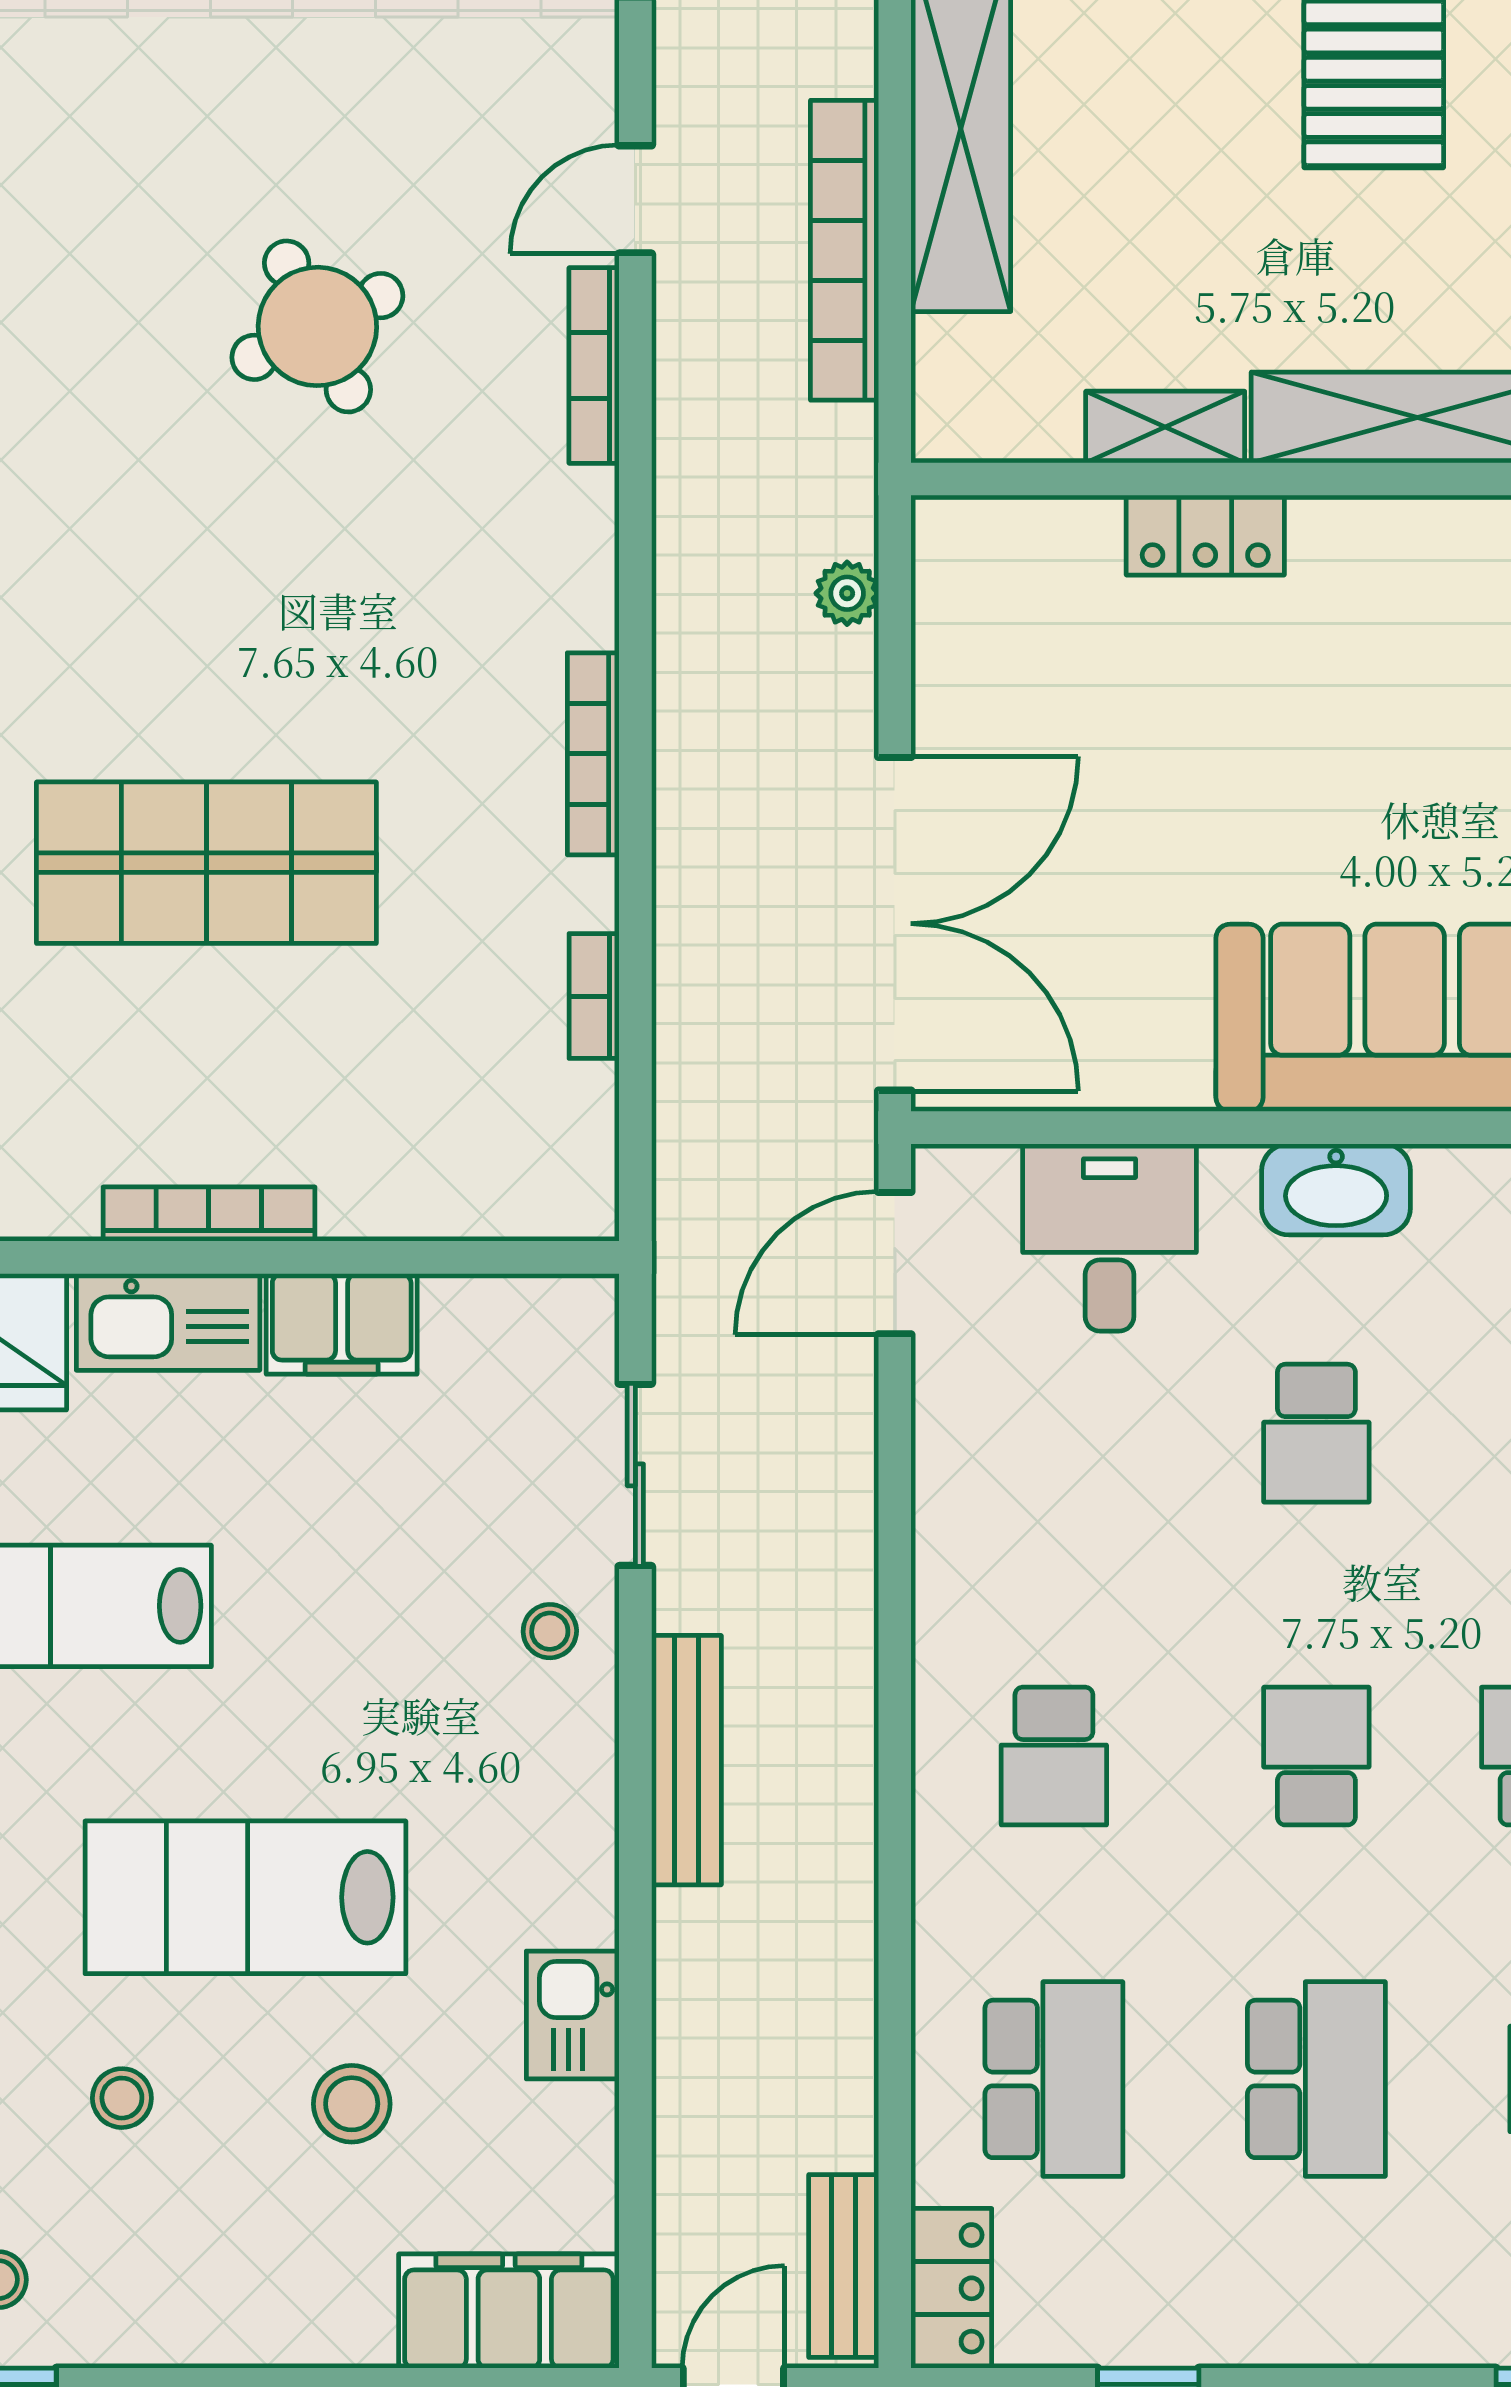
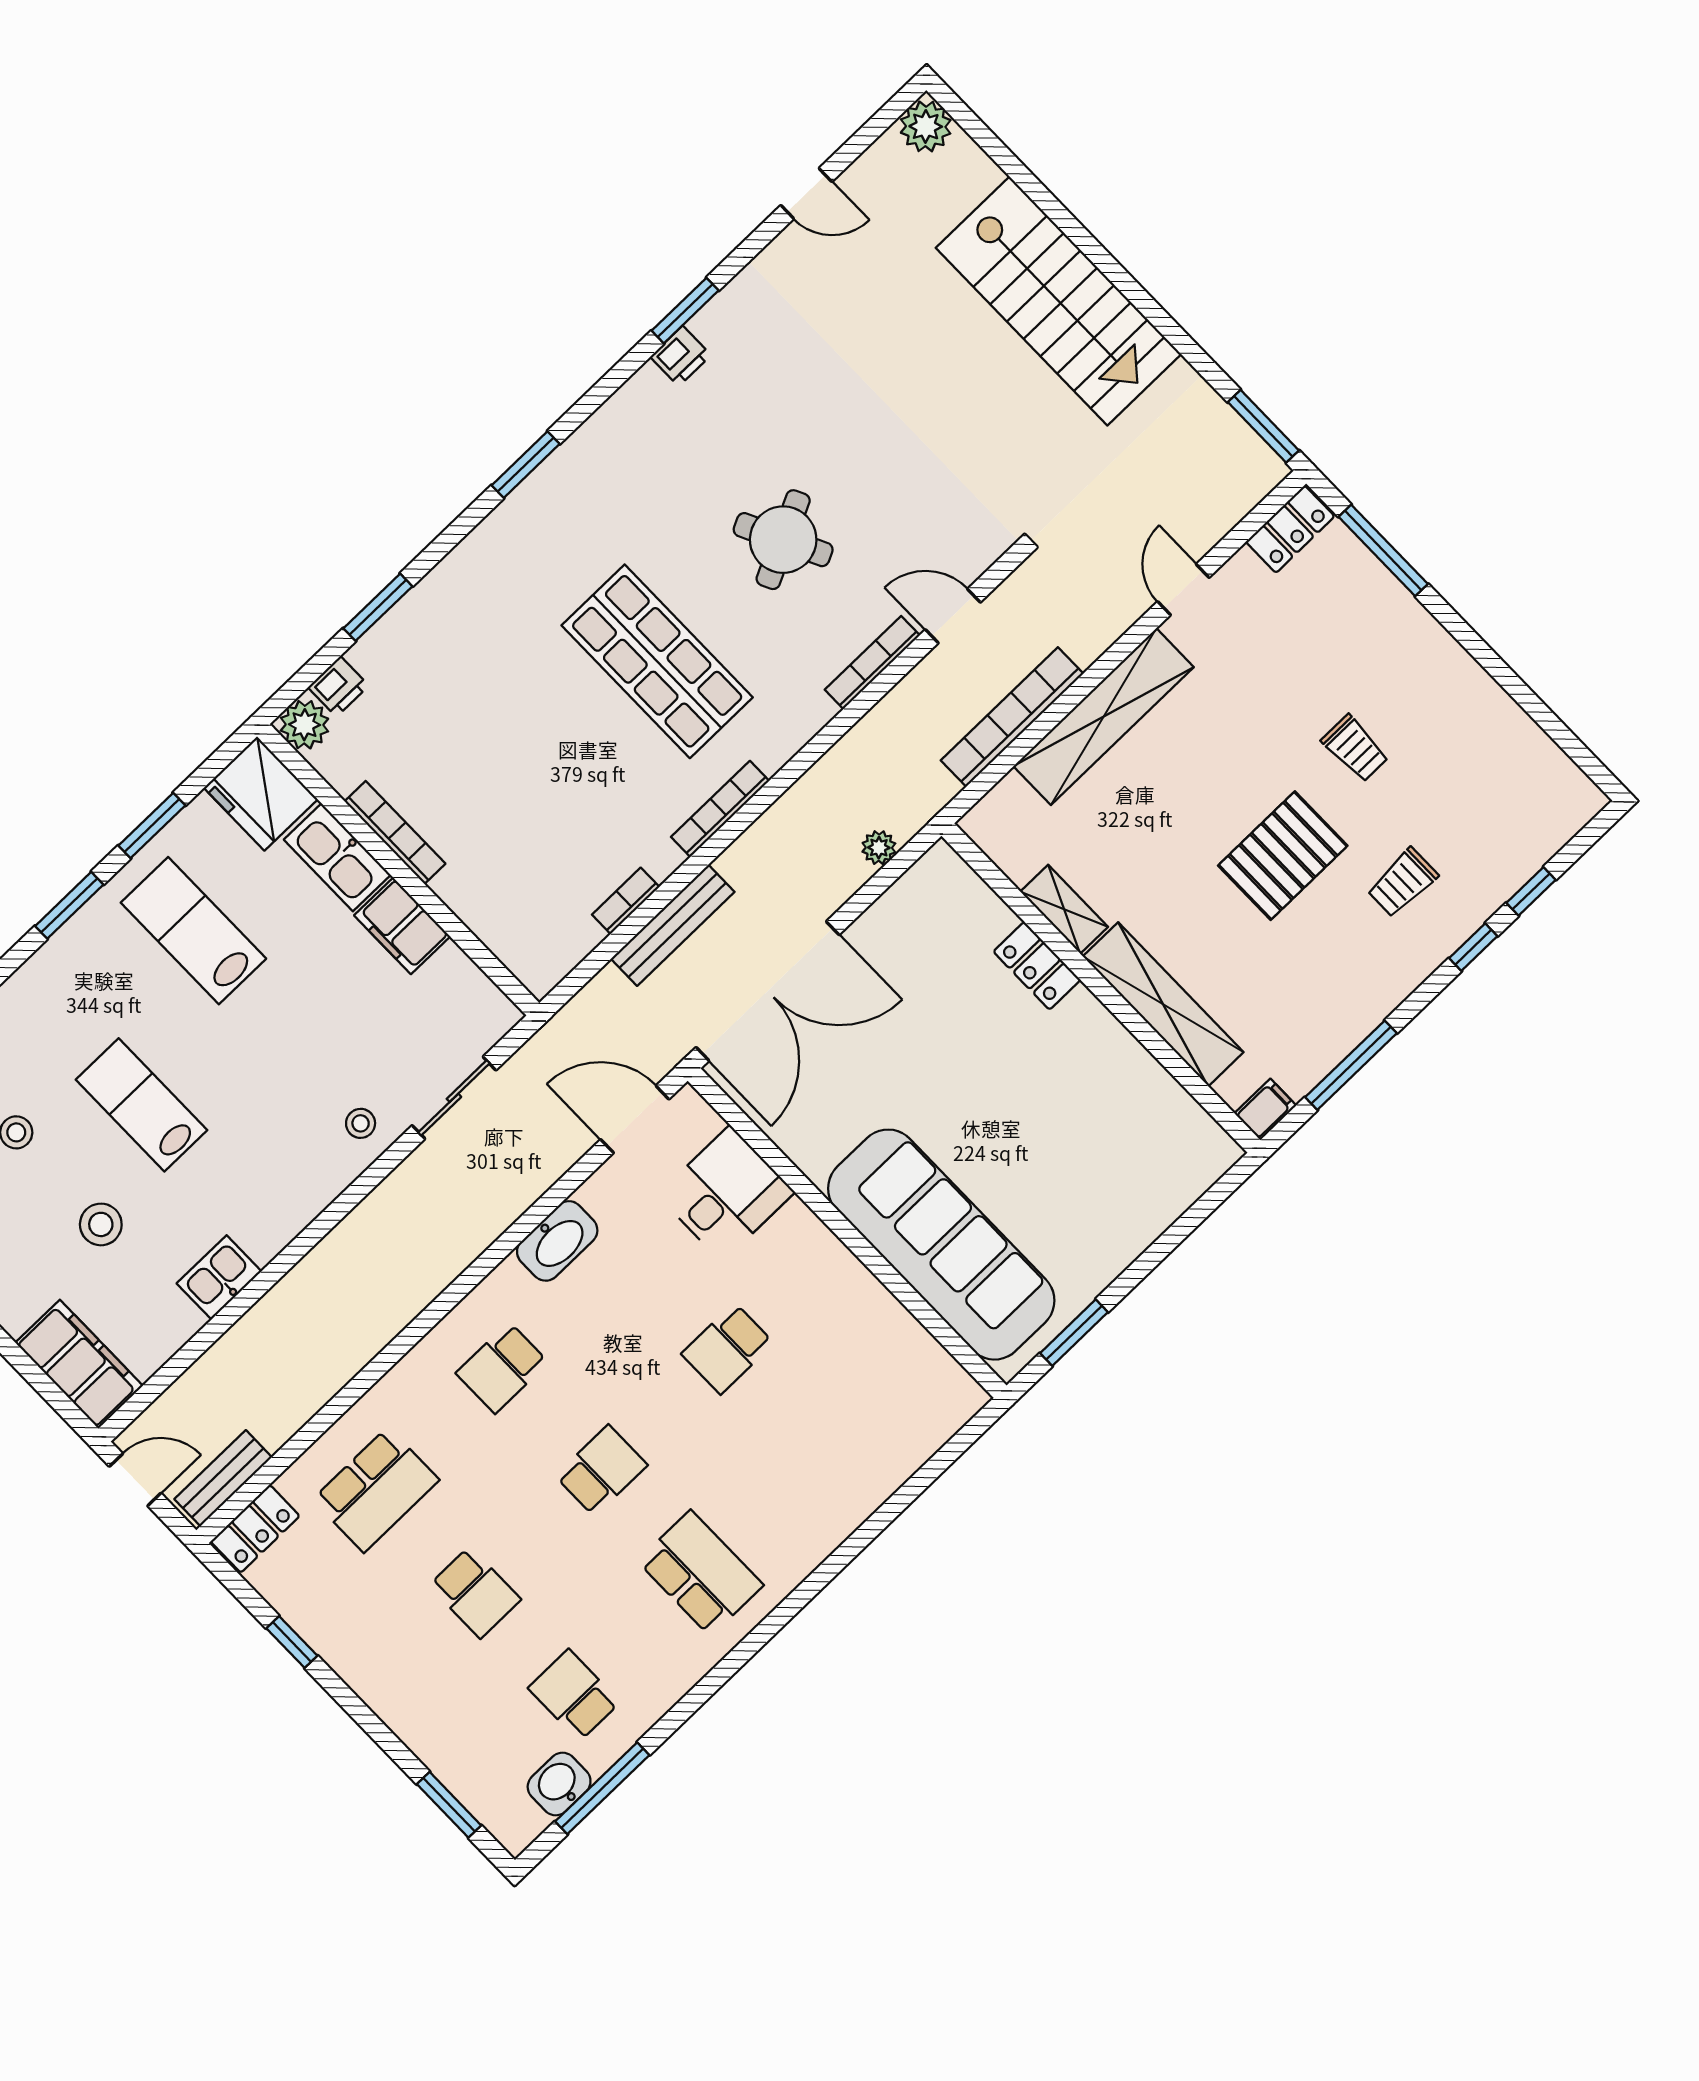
shop shelf: (206, 863) -> (657, 661), moved
washbasin: (1336, 1189) -> (557, 1241), moved, turned -90
bench: (686, 1760) -> (673, 925), moved
lab bench: (245, 1897) -> (141, 1105), width x0.73, depth x0.72
school desk: (1316, 2079) -> (475, 1592), width x0.54

